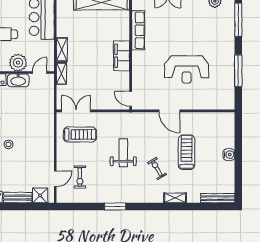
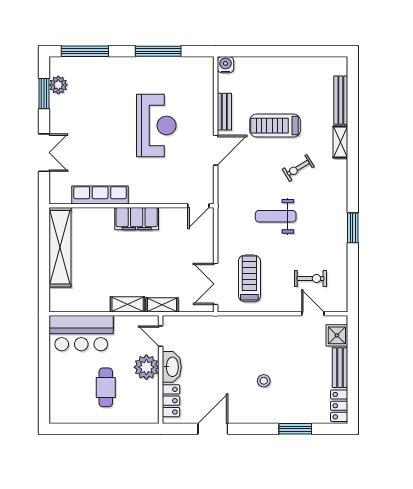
bench: (196, 117) -> (224, 112), added
water cooler: (229, 155) -> (225, 65), moved
bench: (218, 198) -> (341, 100), moved

